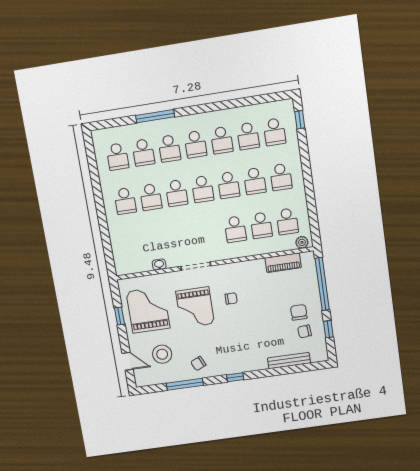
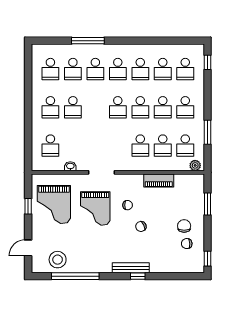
school desk: (177, 193) -> (50, 146), moved
window: (311, 202) -> (207, 132), added
piano: (283, 263) -> (159, 181), moved
window: (322, 284) -> (207, 204), width x0.47
grand piano: (148, 310) -> (54, 205), turned 180
window: (328, 329) -> (207, 259), moved
stool: (162, 354) -> (58, 260), moved
door: (128, 361) -> (28, 248), swing flipped
bench: (289, 361) -> (131, 268), moved
chair: (198, 363) -> (141, 226), moved
window: (235, 377) -> (138, 276), moved
window: (185, 384) -> (75, 276), width x1.46

